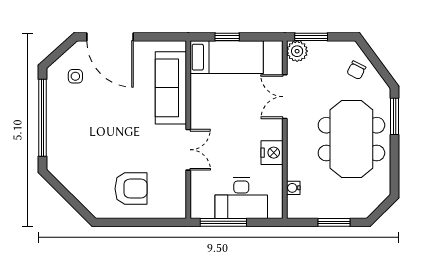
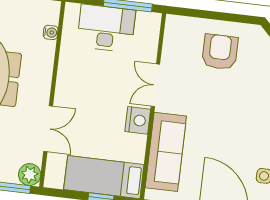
nightstand: (272, 153) -> (138, 120), moved, turned 180
armchair: (131, 189) -> (220, 52), turned 90

